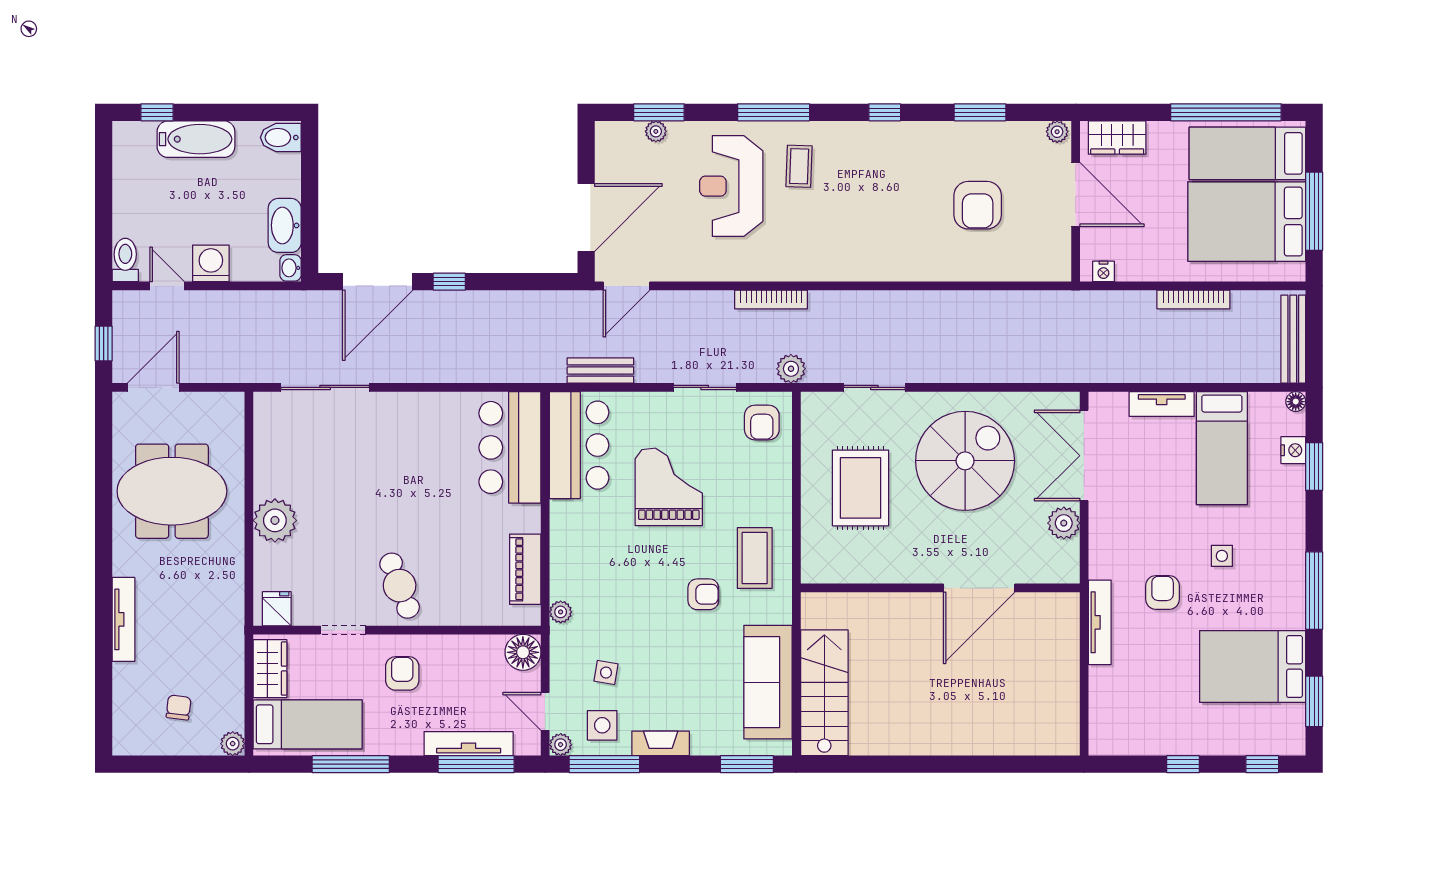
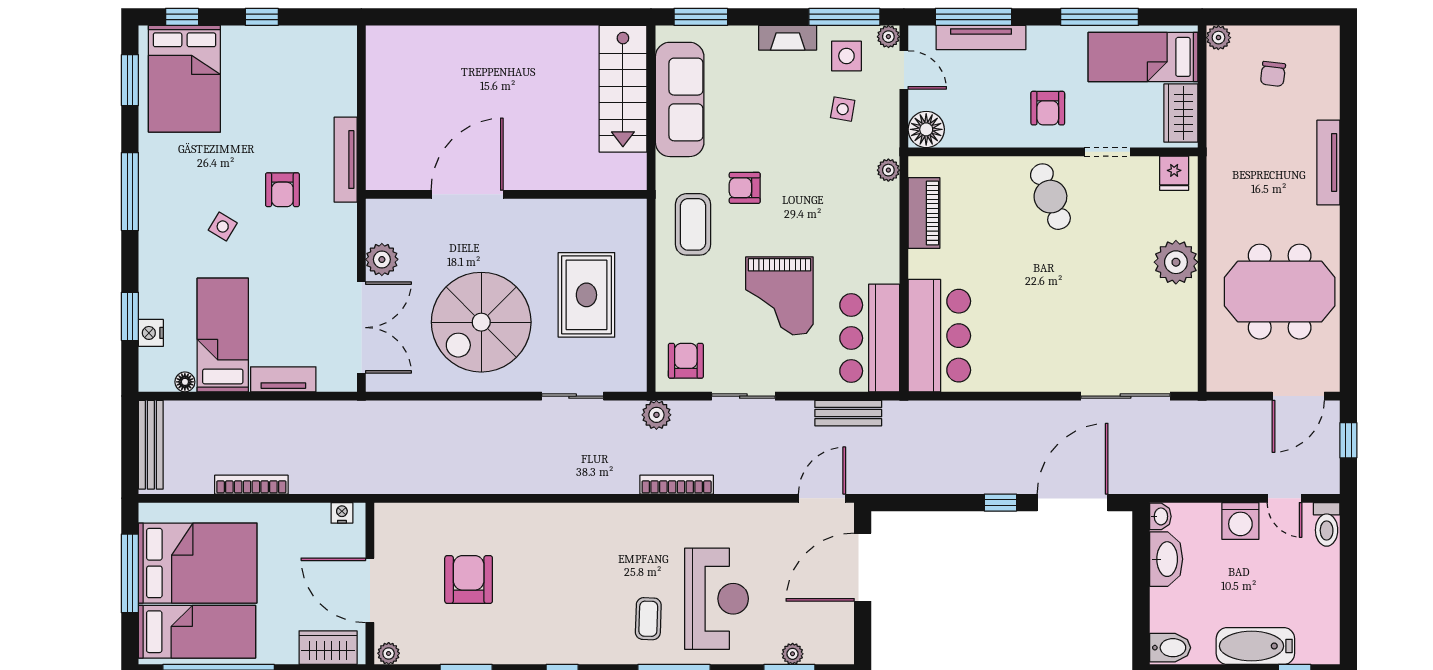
floor lamp: (1296, 402) -> (185, 382), moved
side table: (1222, 556) -> (223, 227), turned 31
bed: (1253, 667) -> (184, 79), moved, turned 90

